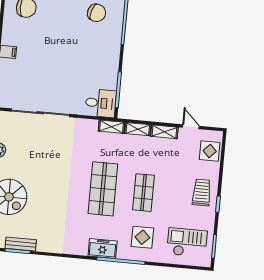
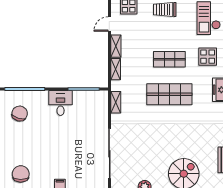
desk: (101, 103) -> (61, 103), moved
shelving: (112, 127) -> (116, 102), moved

